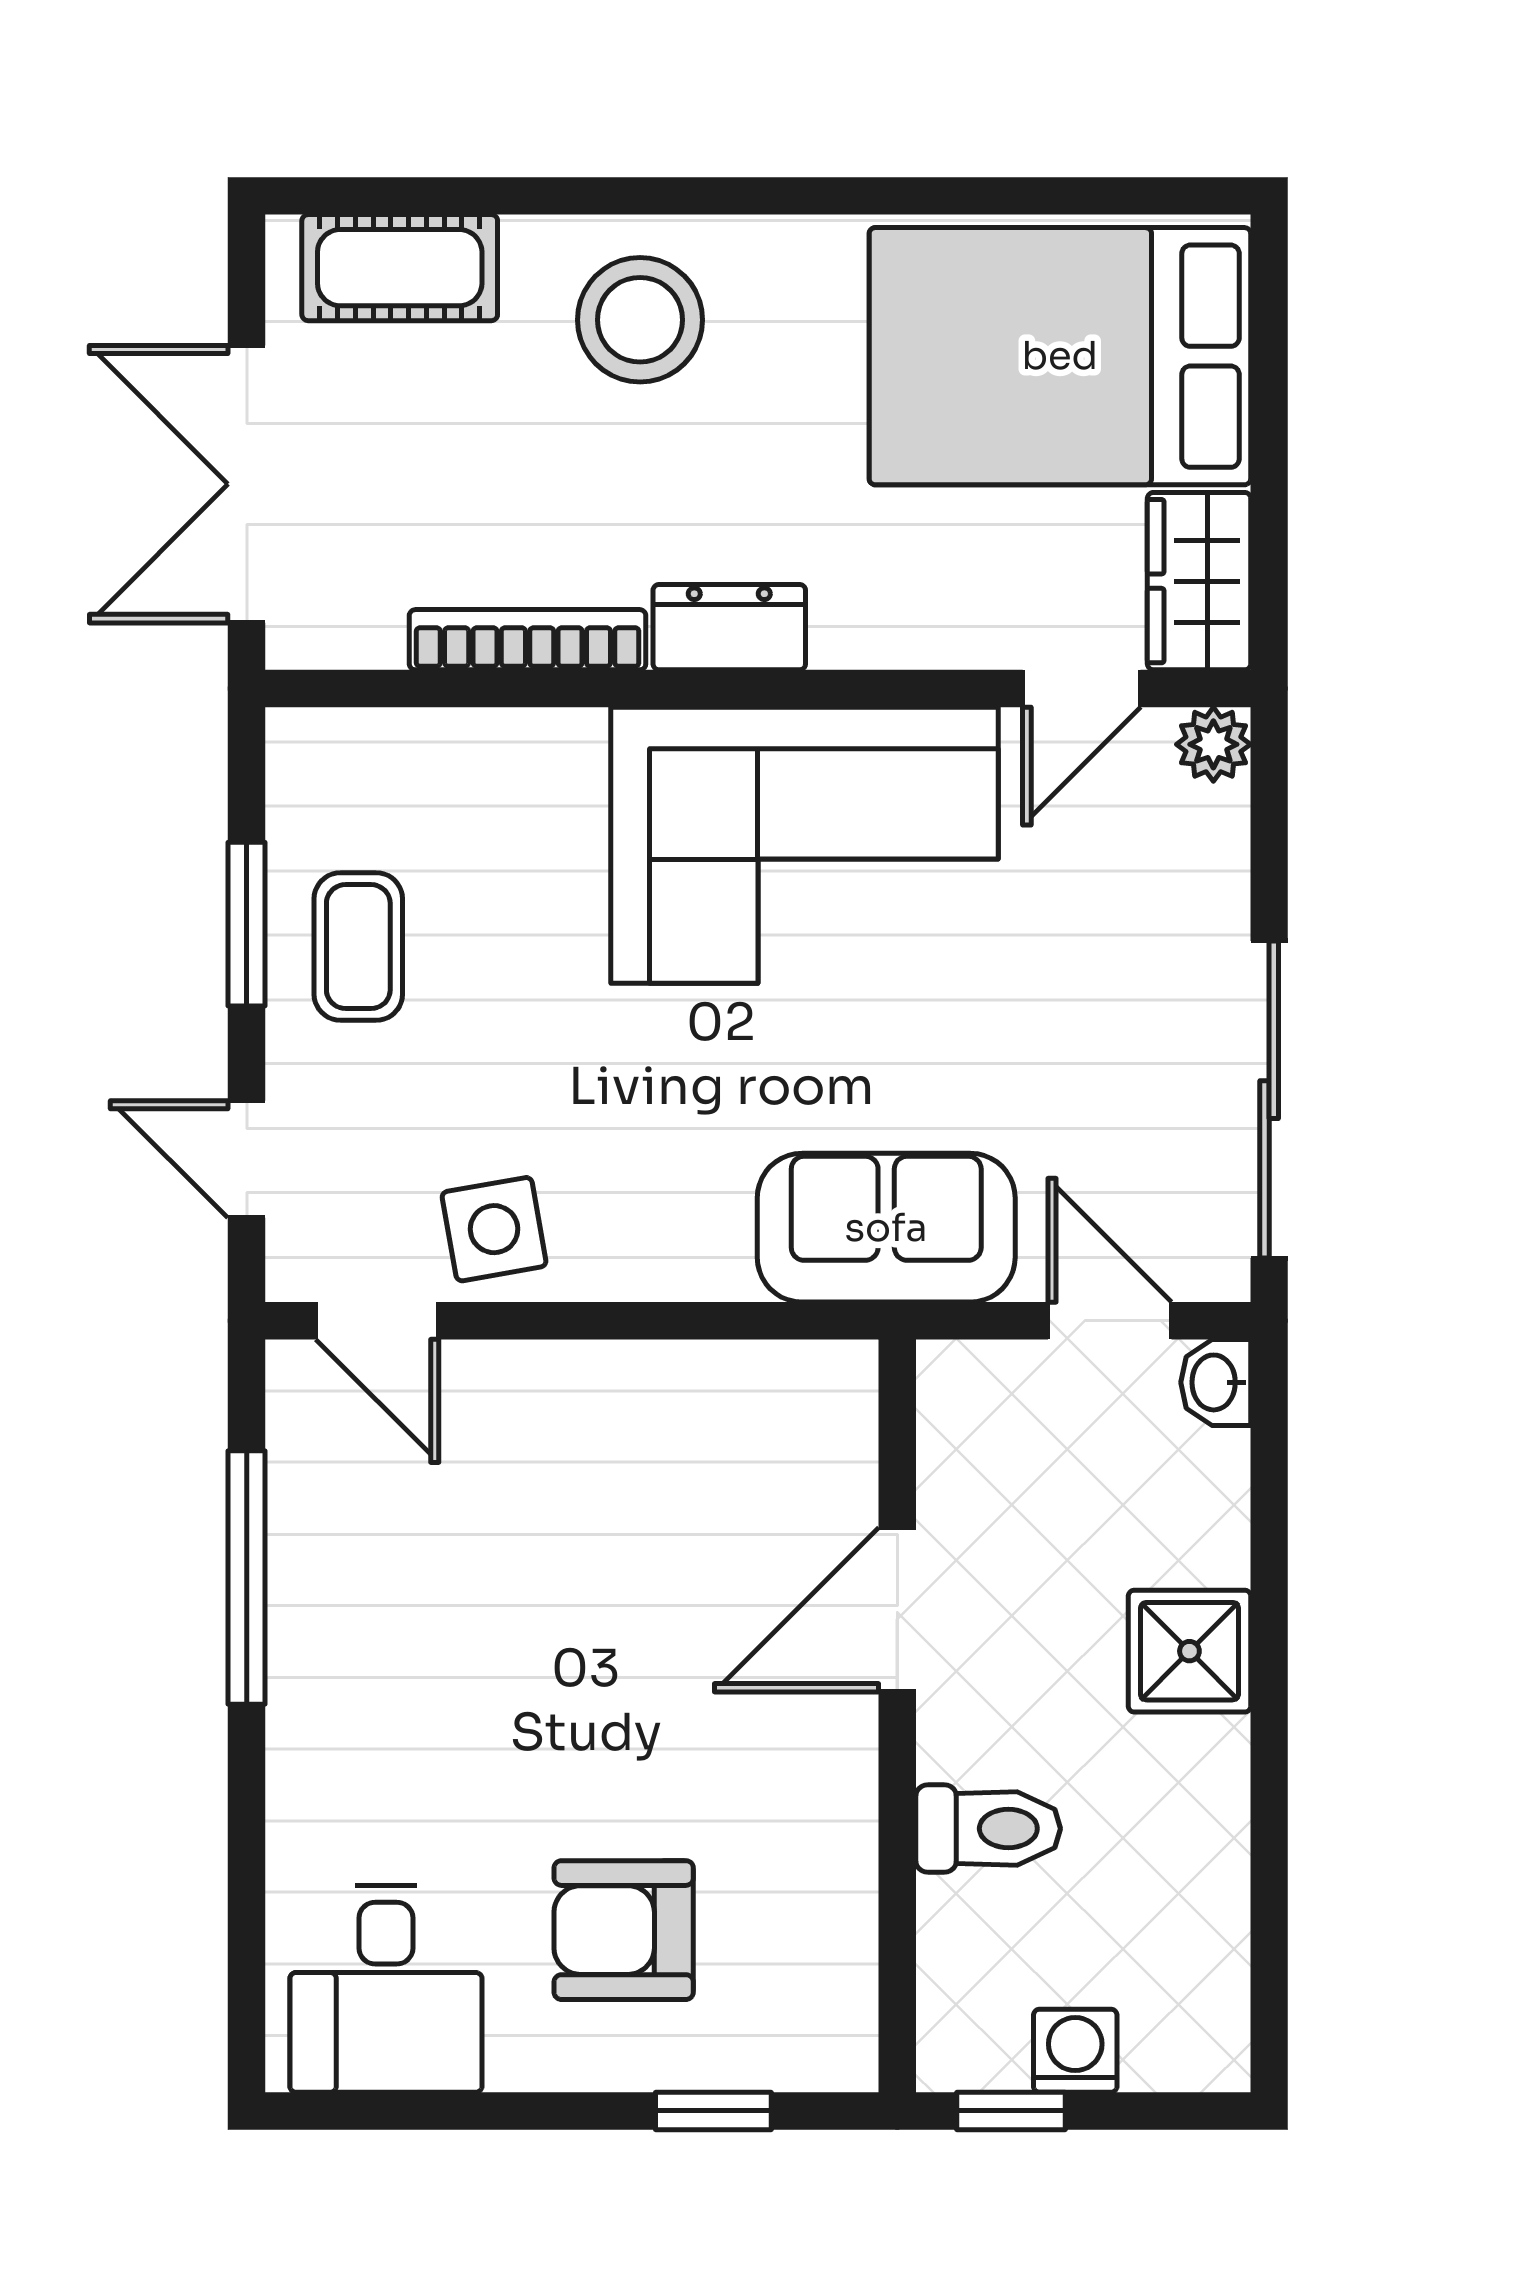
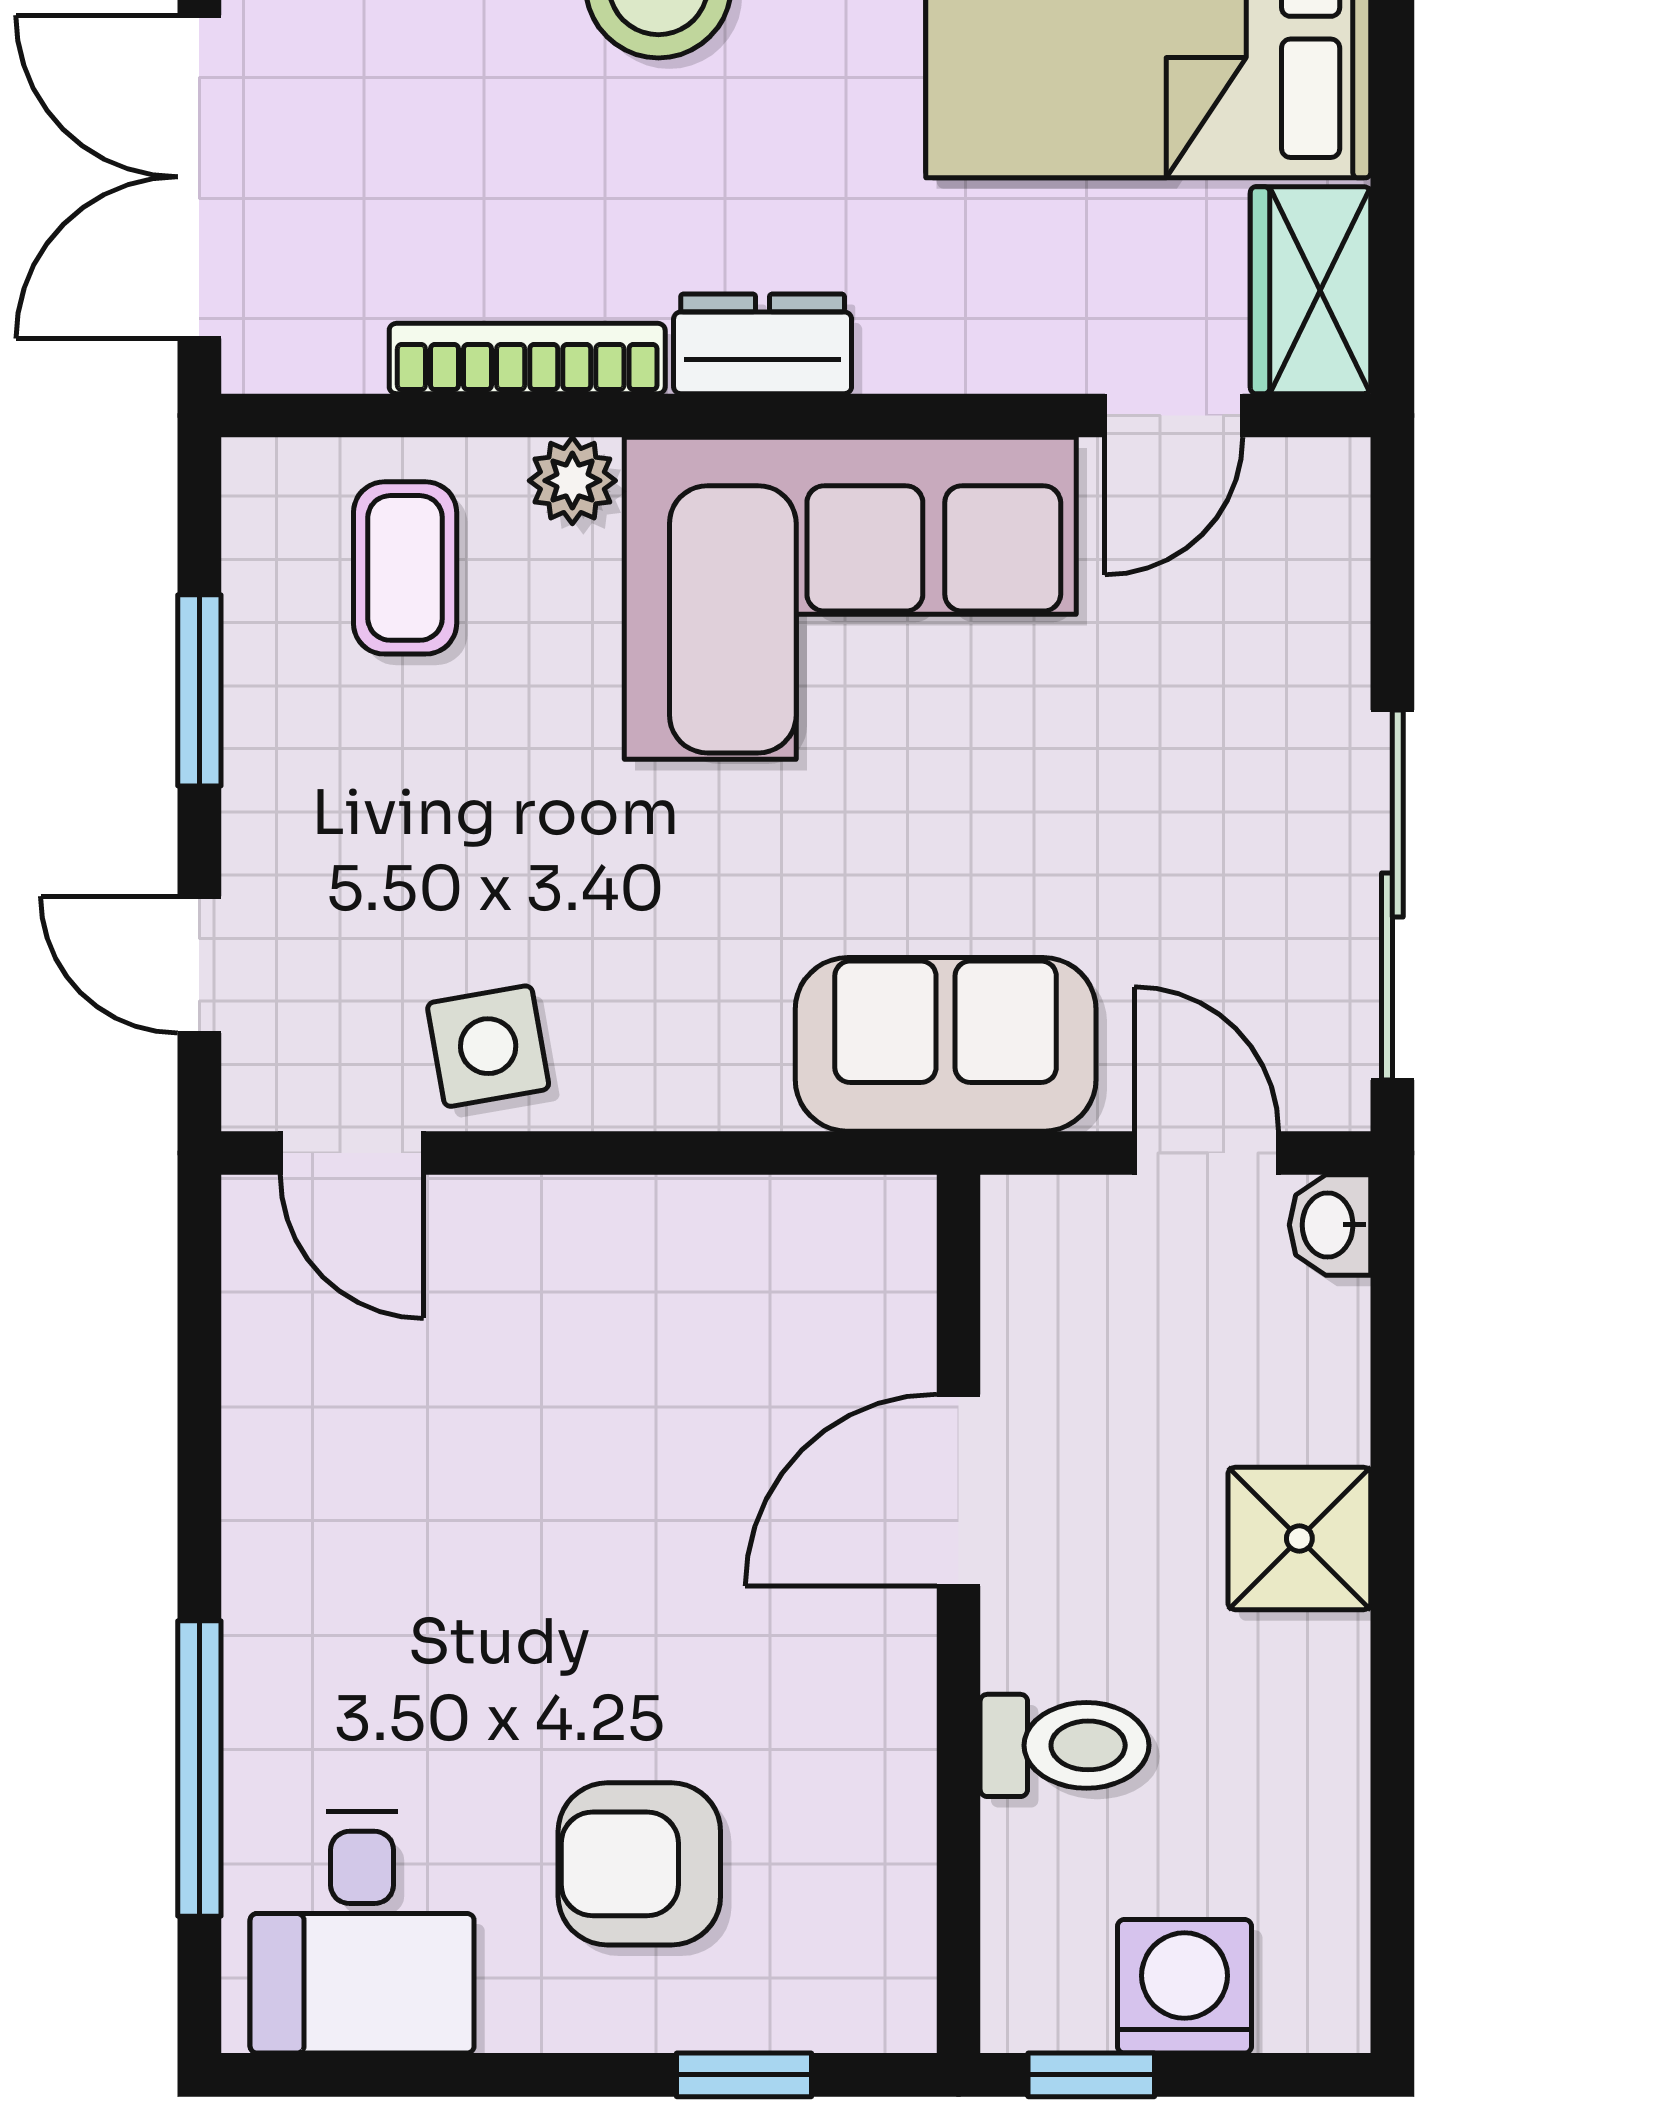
plant: (1213, 744) -> (572, 481), moved
coffee table: (358, 947) -> (405, 568), moved
window: (247, 1577) -> (199, 1768), moved
washing machine: (1075, 2051) -> (1184, 1986), width x1.38, depth x1.38

